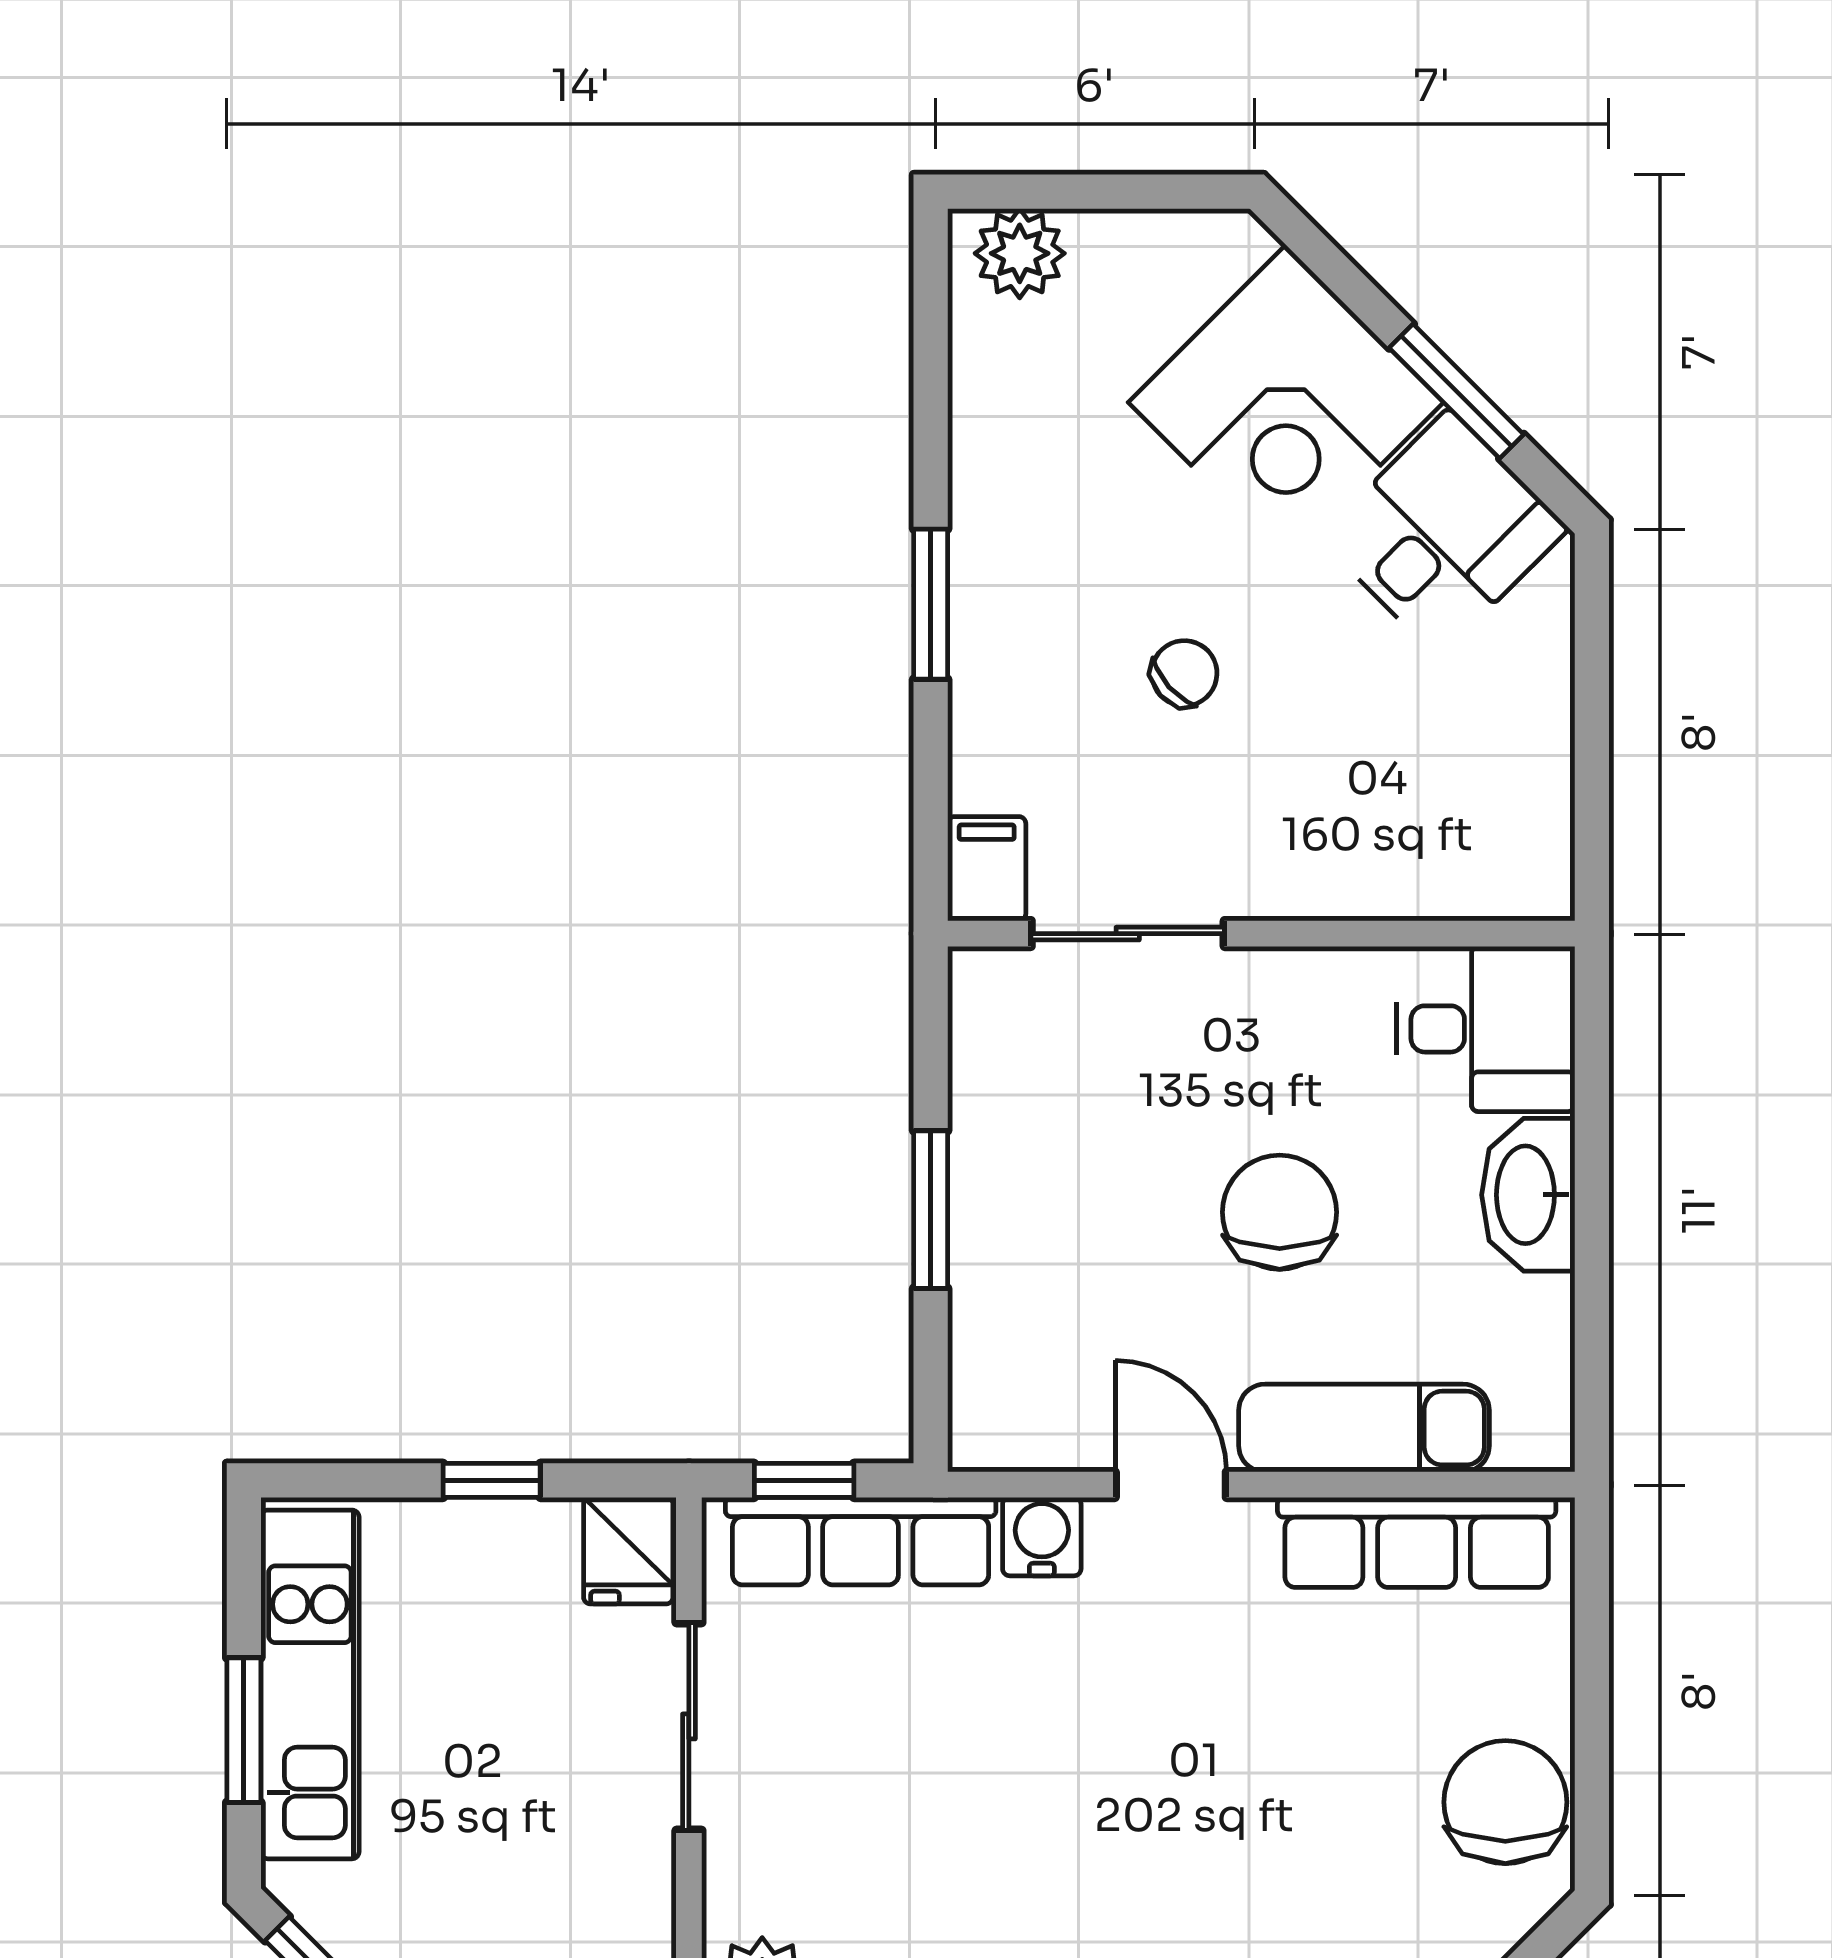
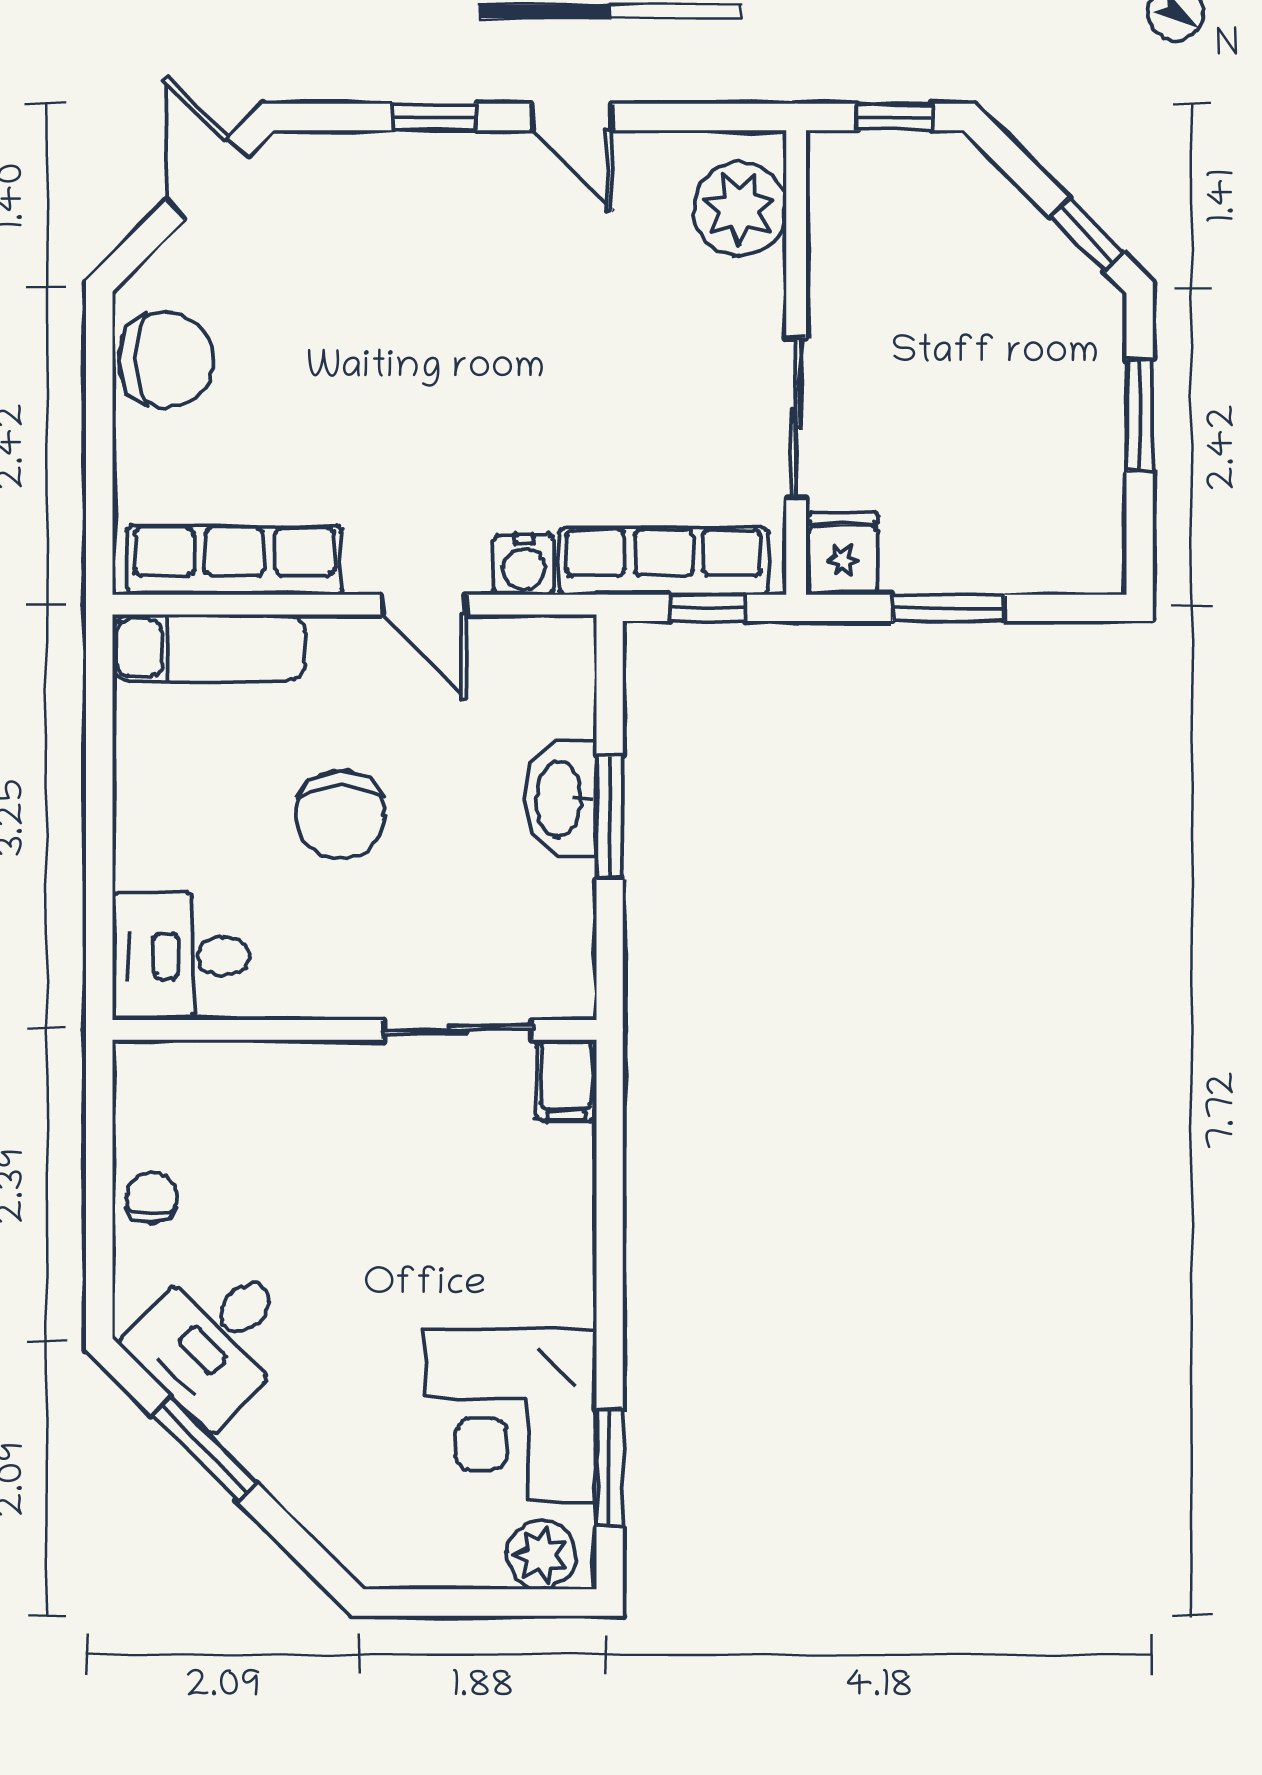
corner desk: (1286, 402) -> (510, 1415), moved, turned -135
window: (931, 604) -> (610, 1468), moved
chair: (1184, 673) -> (151, 1198), moved, turned 132
washbasin: (1528, 1195) -> (560, 798), moved, turned 180
exam couch: (1364, 1428) -> (209, 648), moved
window: (492, 1480) -> (948, 608), width x1.50
kitchen unit: (310, 1684) -> (1089, 450), removed
chair: (1505, 1802) -> (166, 360), turned -90

